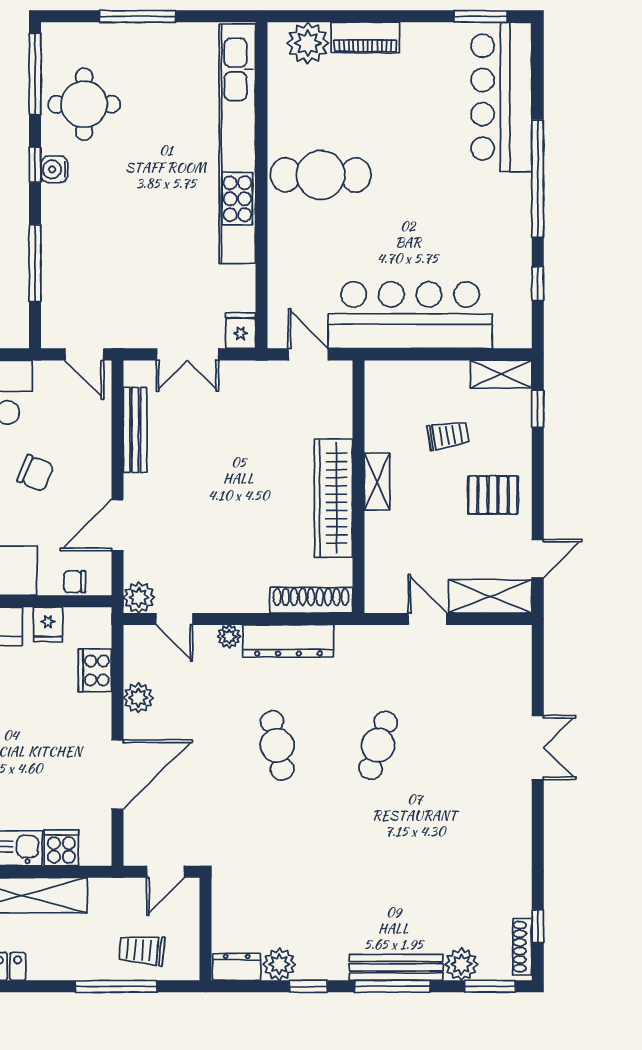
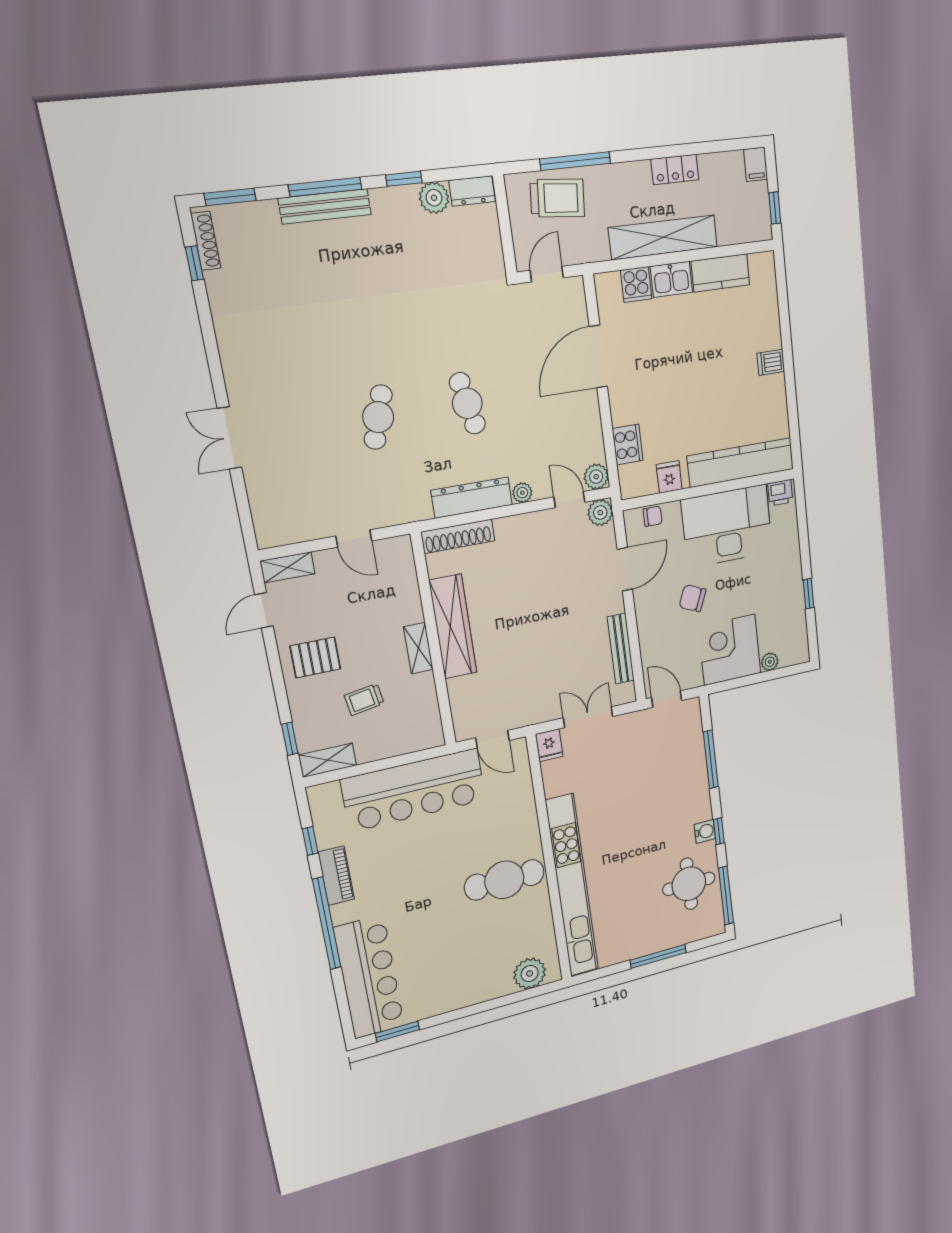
piano: (365, 38) -> (336, 876), moved, turned 90
shelving: (490, 596) -> (288, 567), width x0.67, depth x0.75
plant: (138, 698) -> (596, 477), moved
trolley: (142, 950) -> (557, 198), width x1.36, depth x1.39
plant: (461, 964) -> (263, 216), removed

